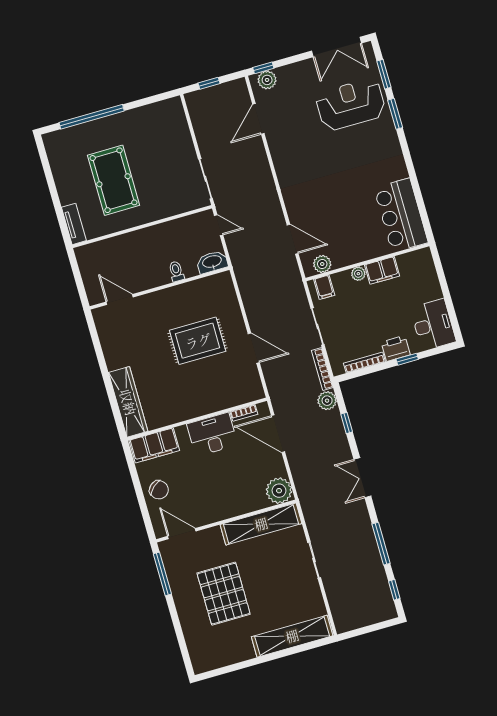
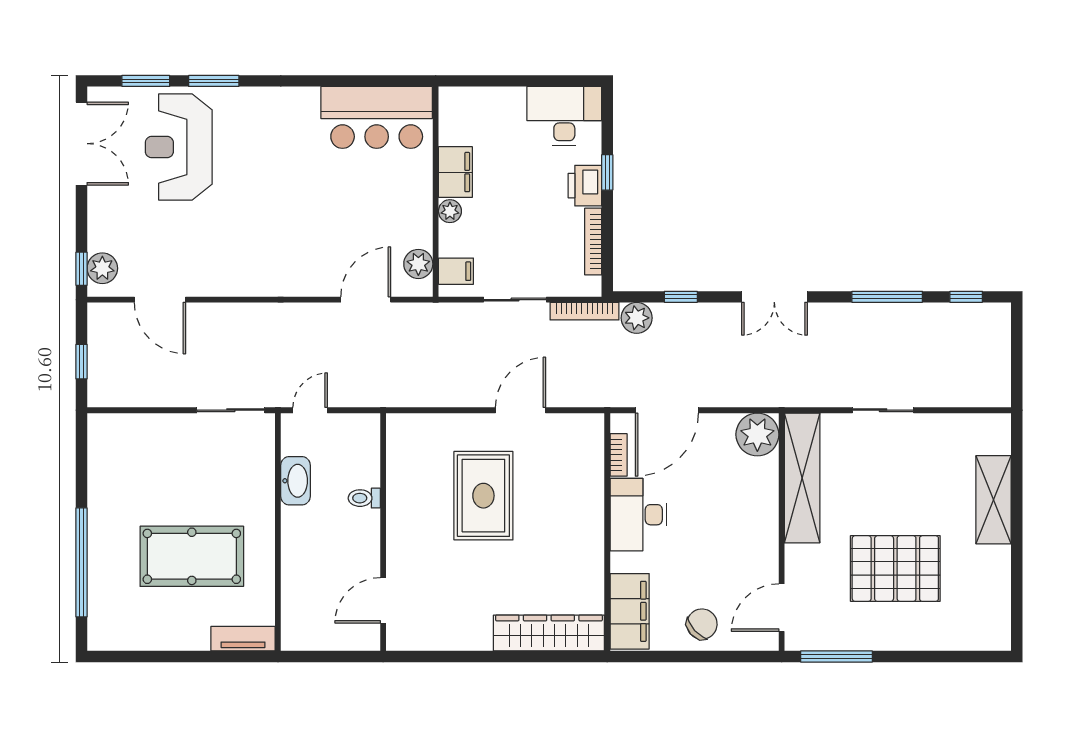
washbasin: (212, 262) -> (296, 481), moved, turned 180
shelving: (292, 636) -> (994, 500), width x0.68

